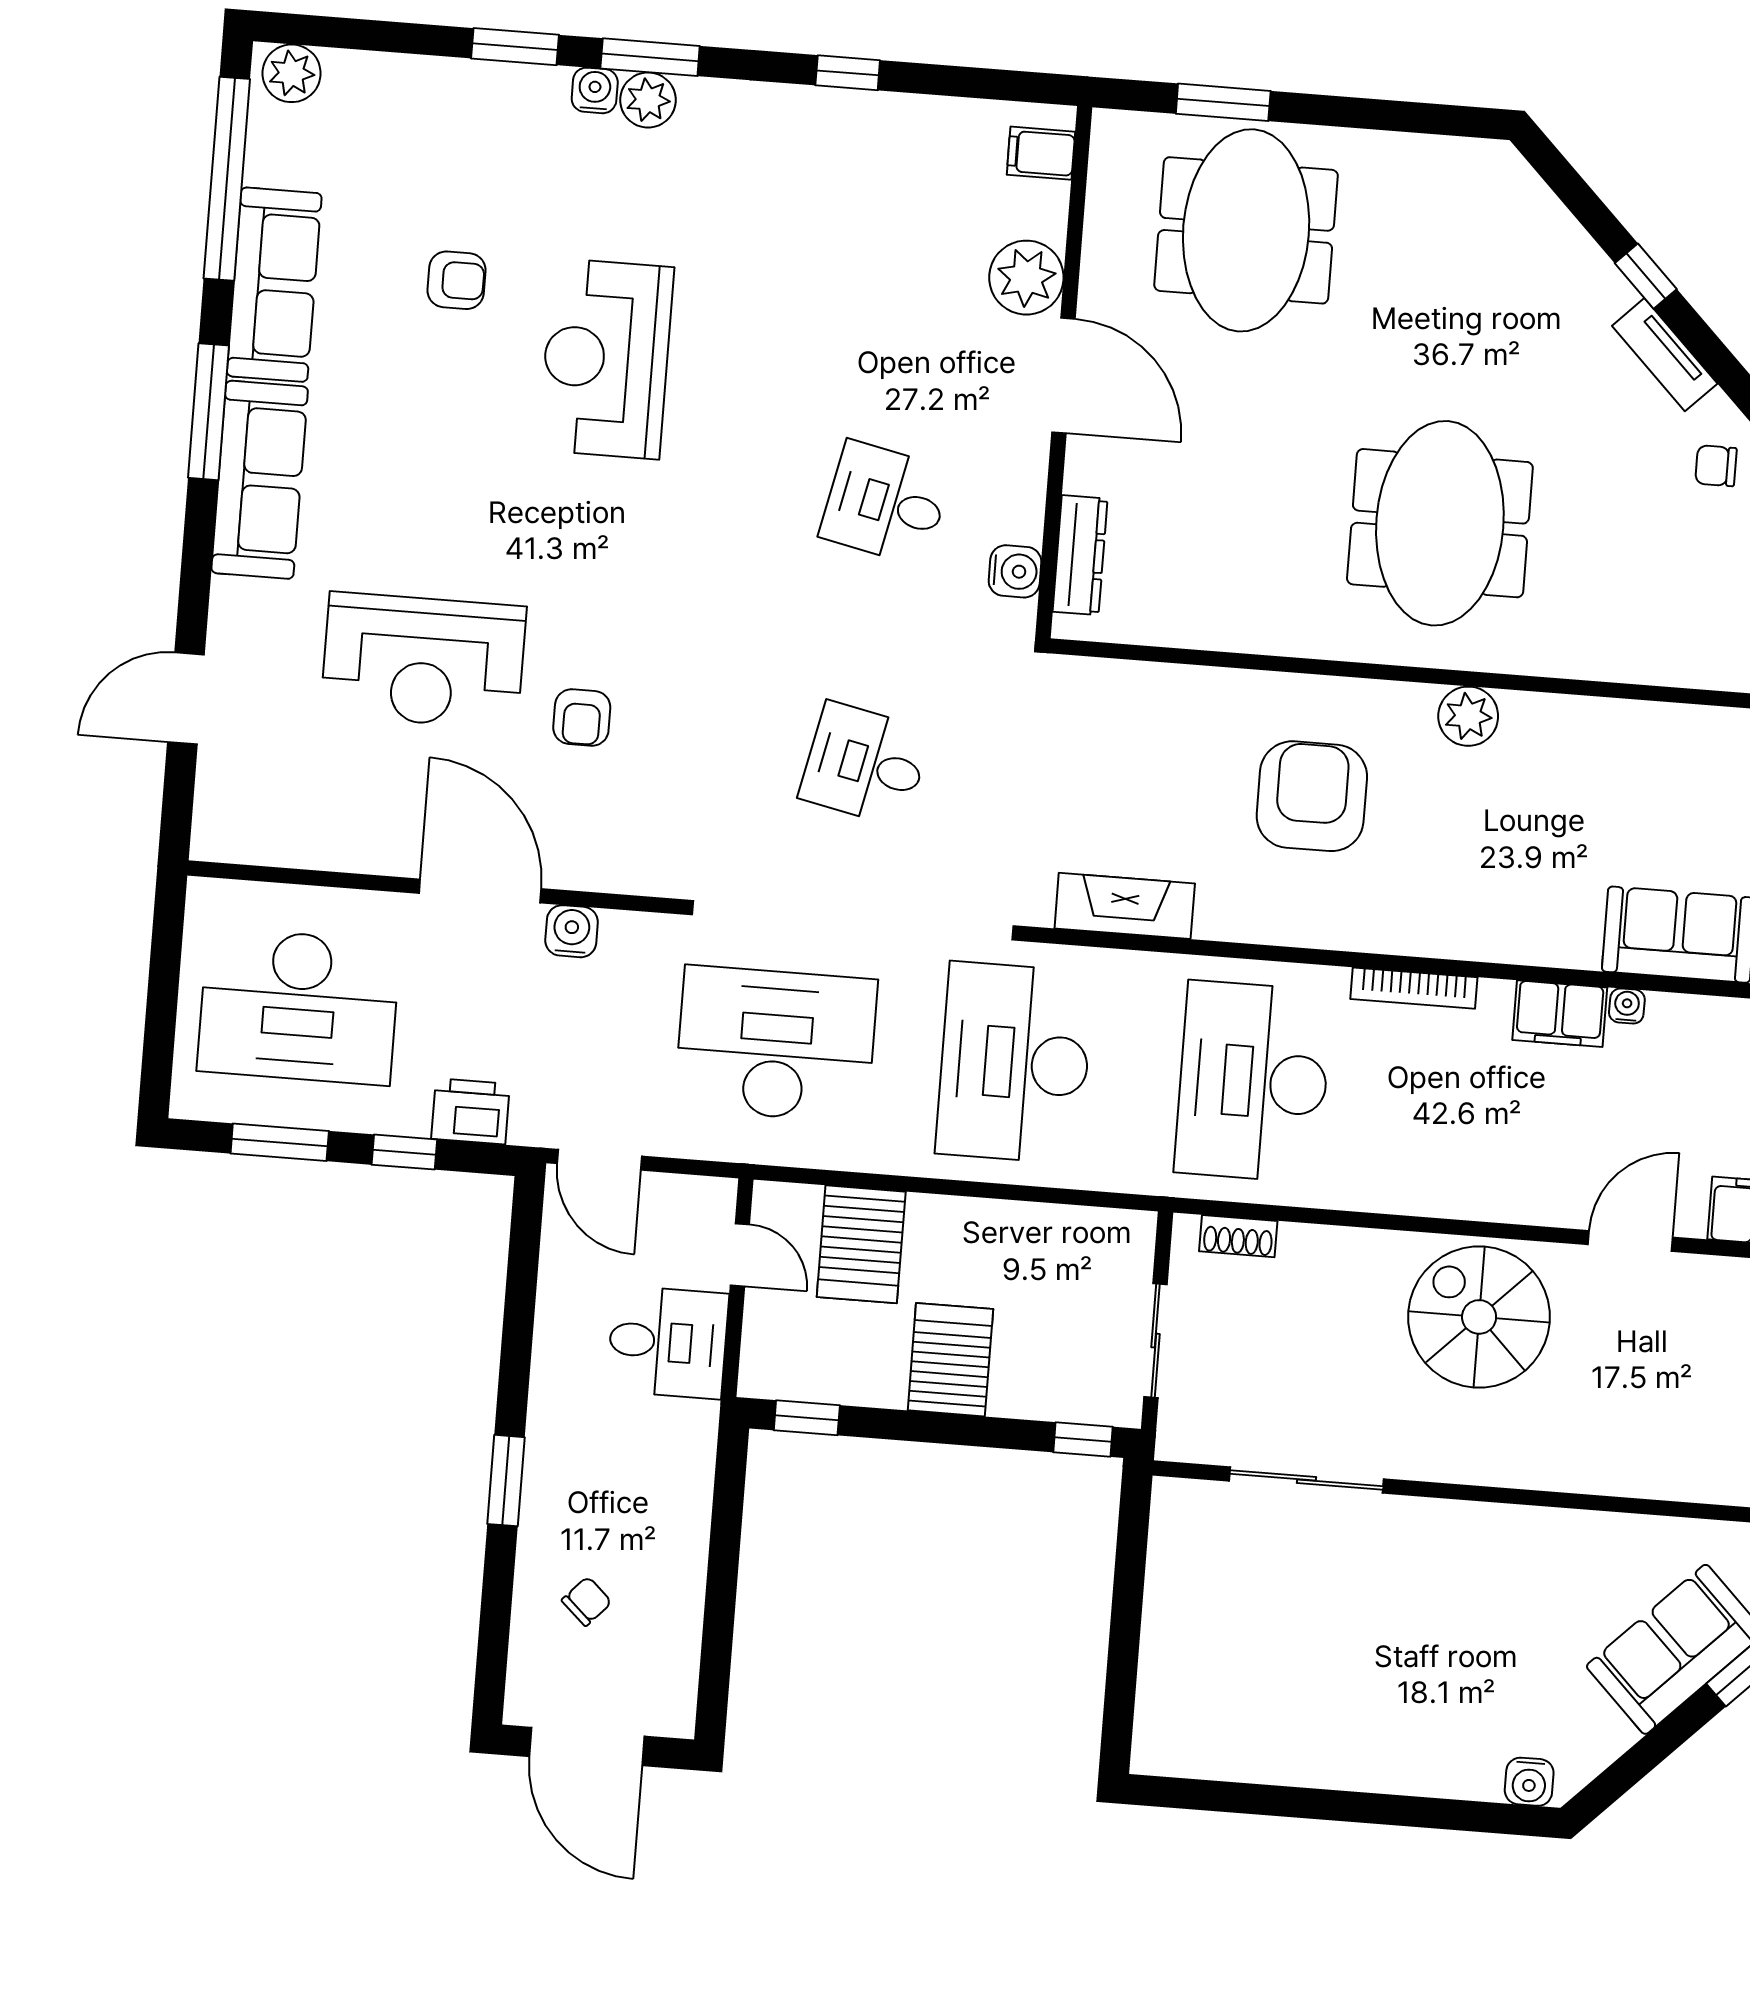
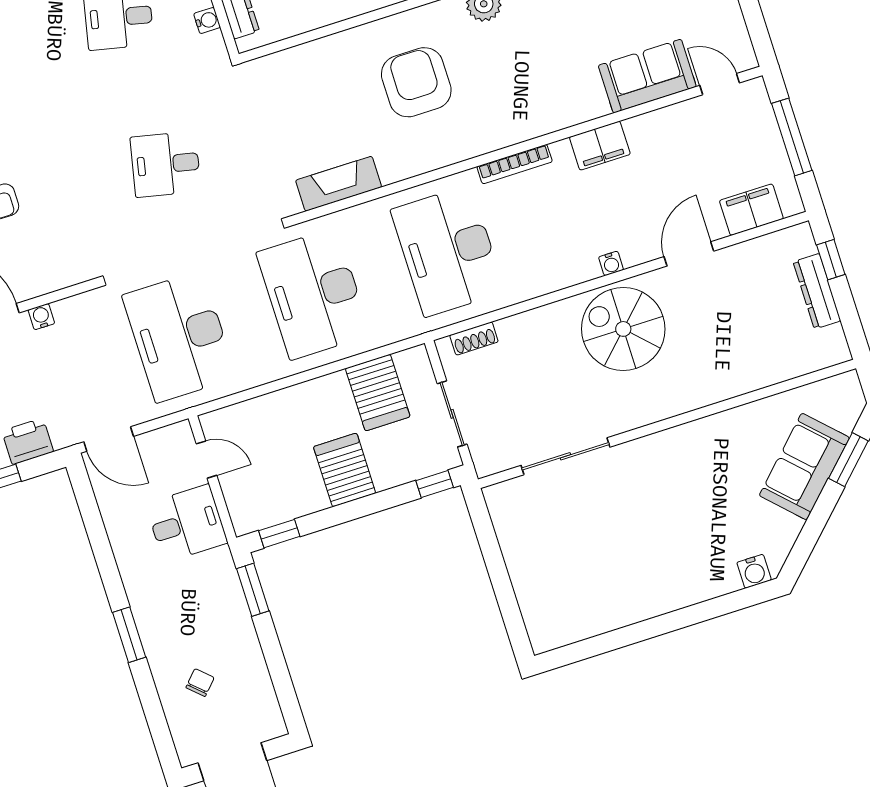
water cooler: (1015, 571) -> (207, 20), width x0.72, depth x0.72
water cooler: (572, 931) -> (41, 317), width x0.72, depth x0.72
water cooler: (1627, 1006) -> (611, 263), moved, turned 180
desk: (776, 1044) -> (179, 337), turned -90
server rack: (861, 1244) -> (378, 393), moved
window: (729, 1489) -> (253, 590), added

